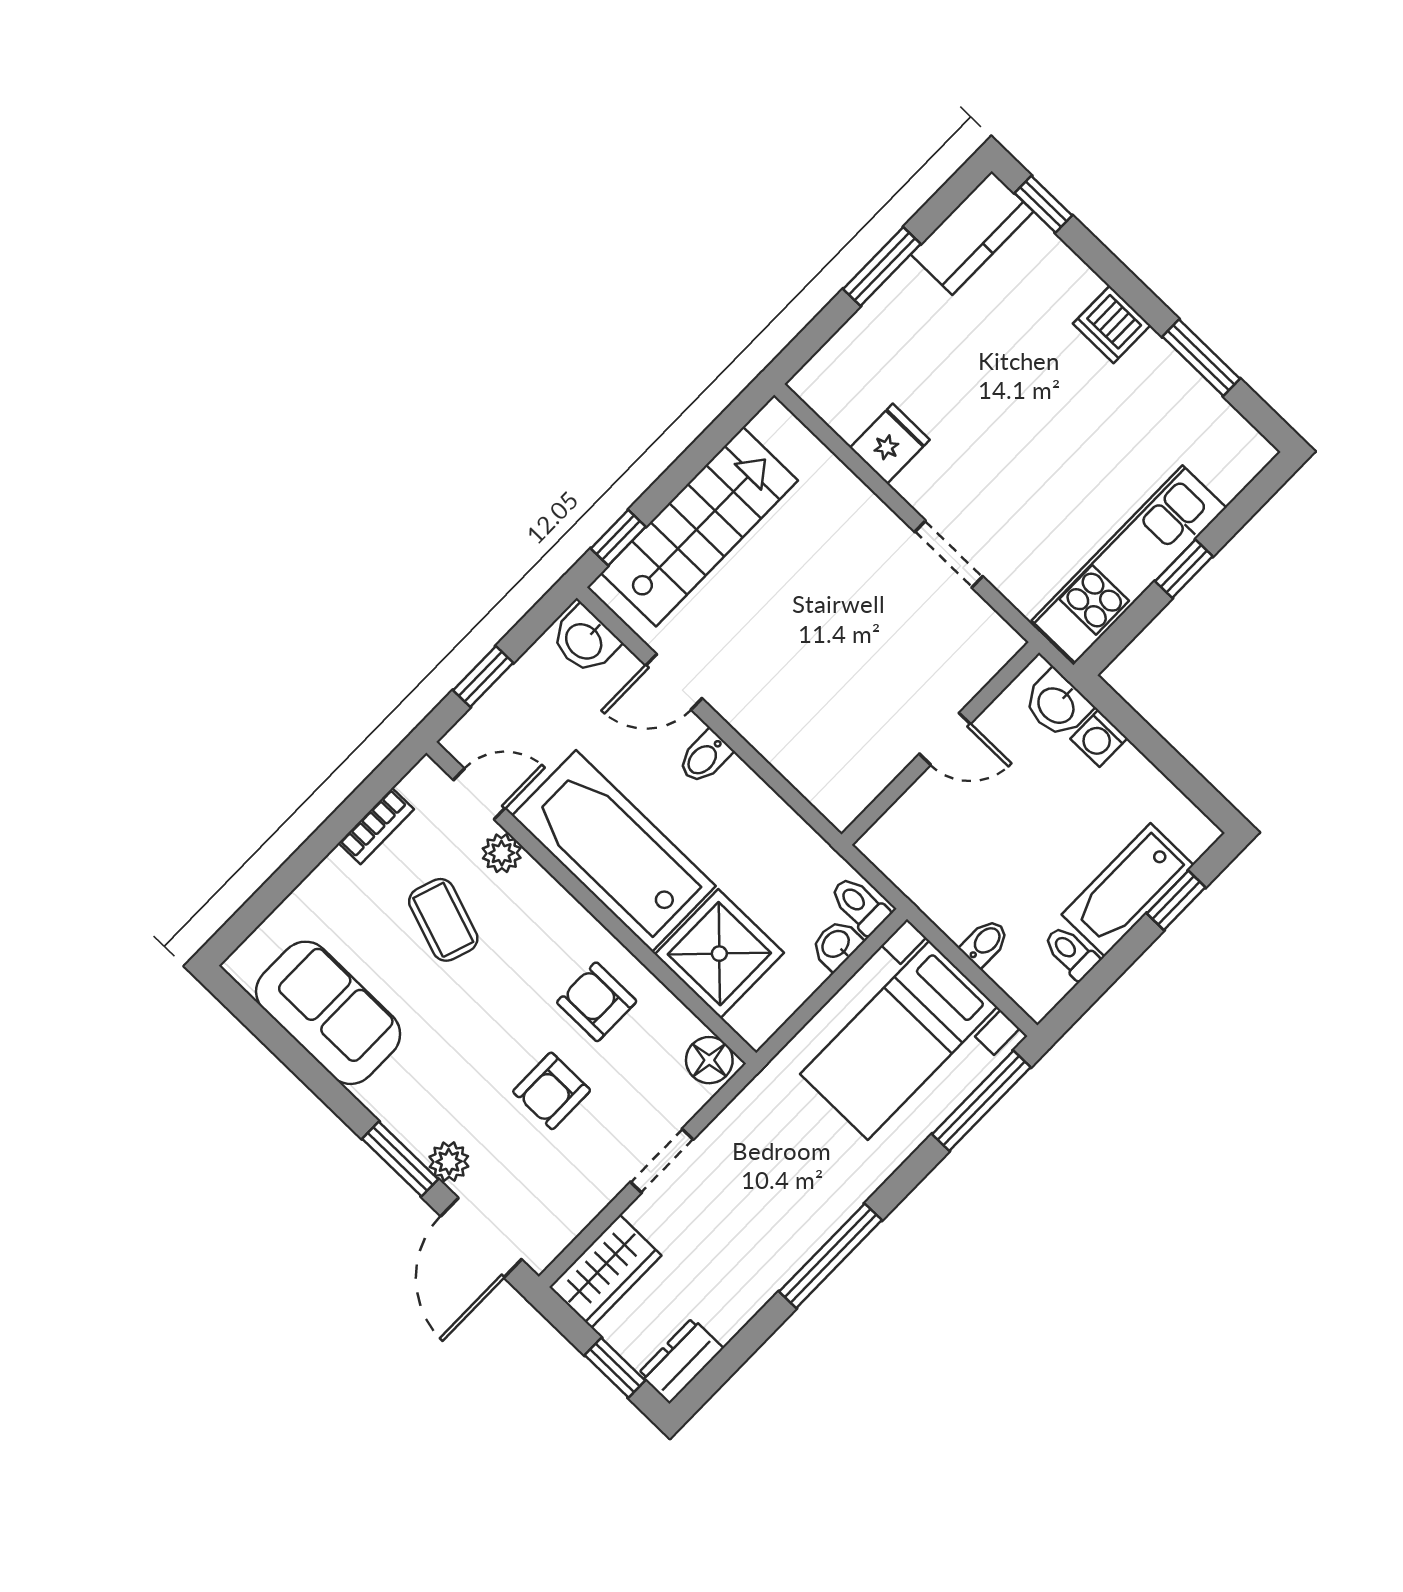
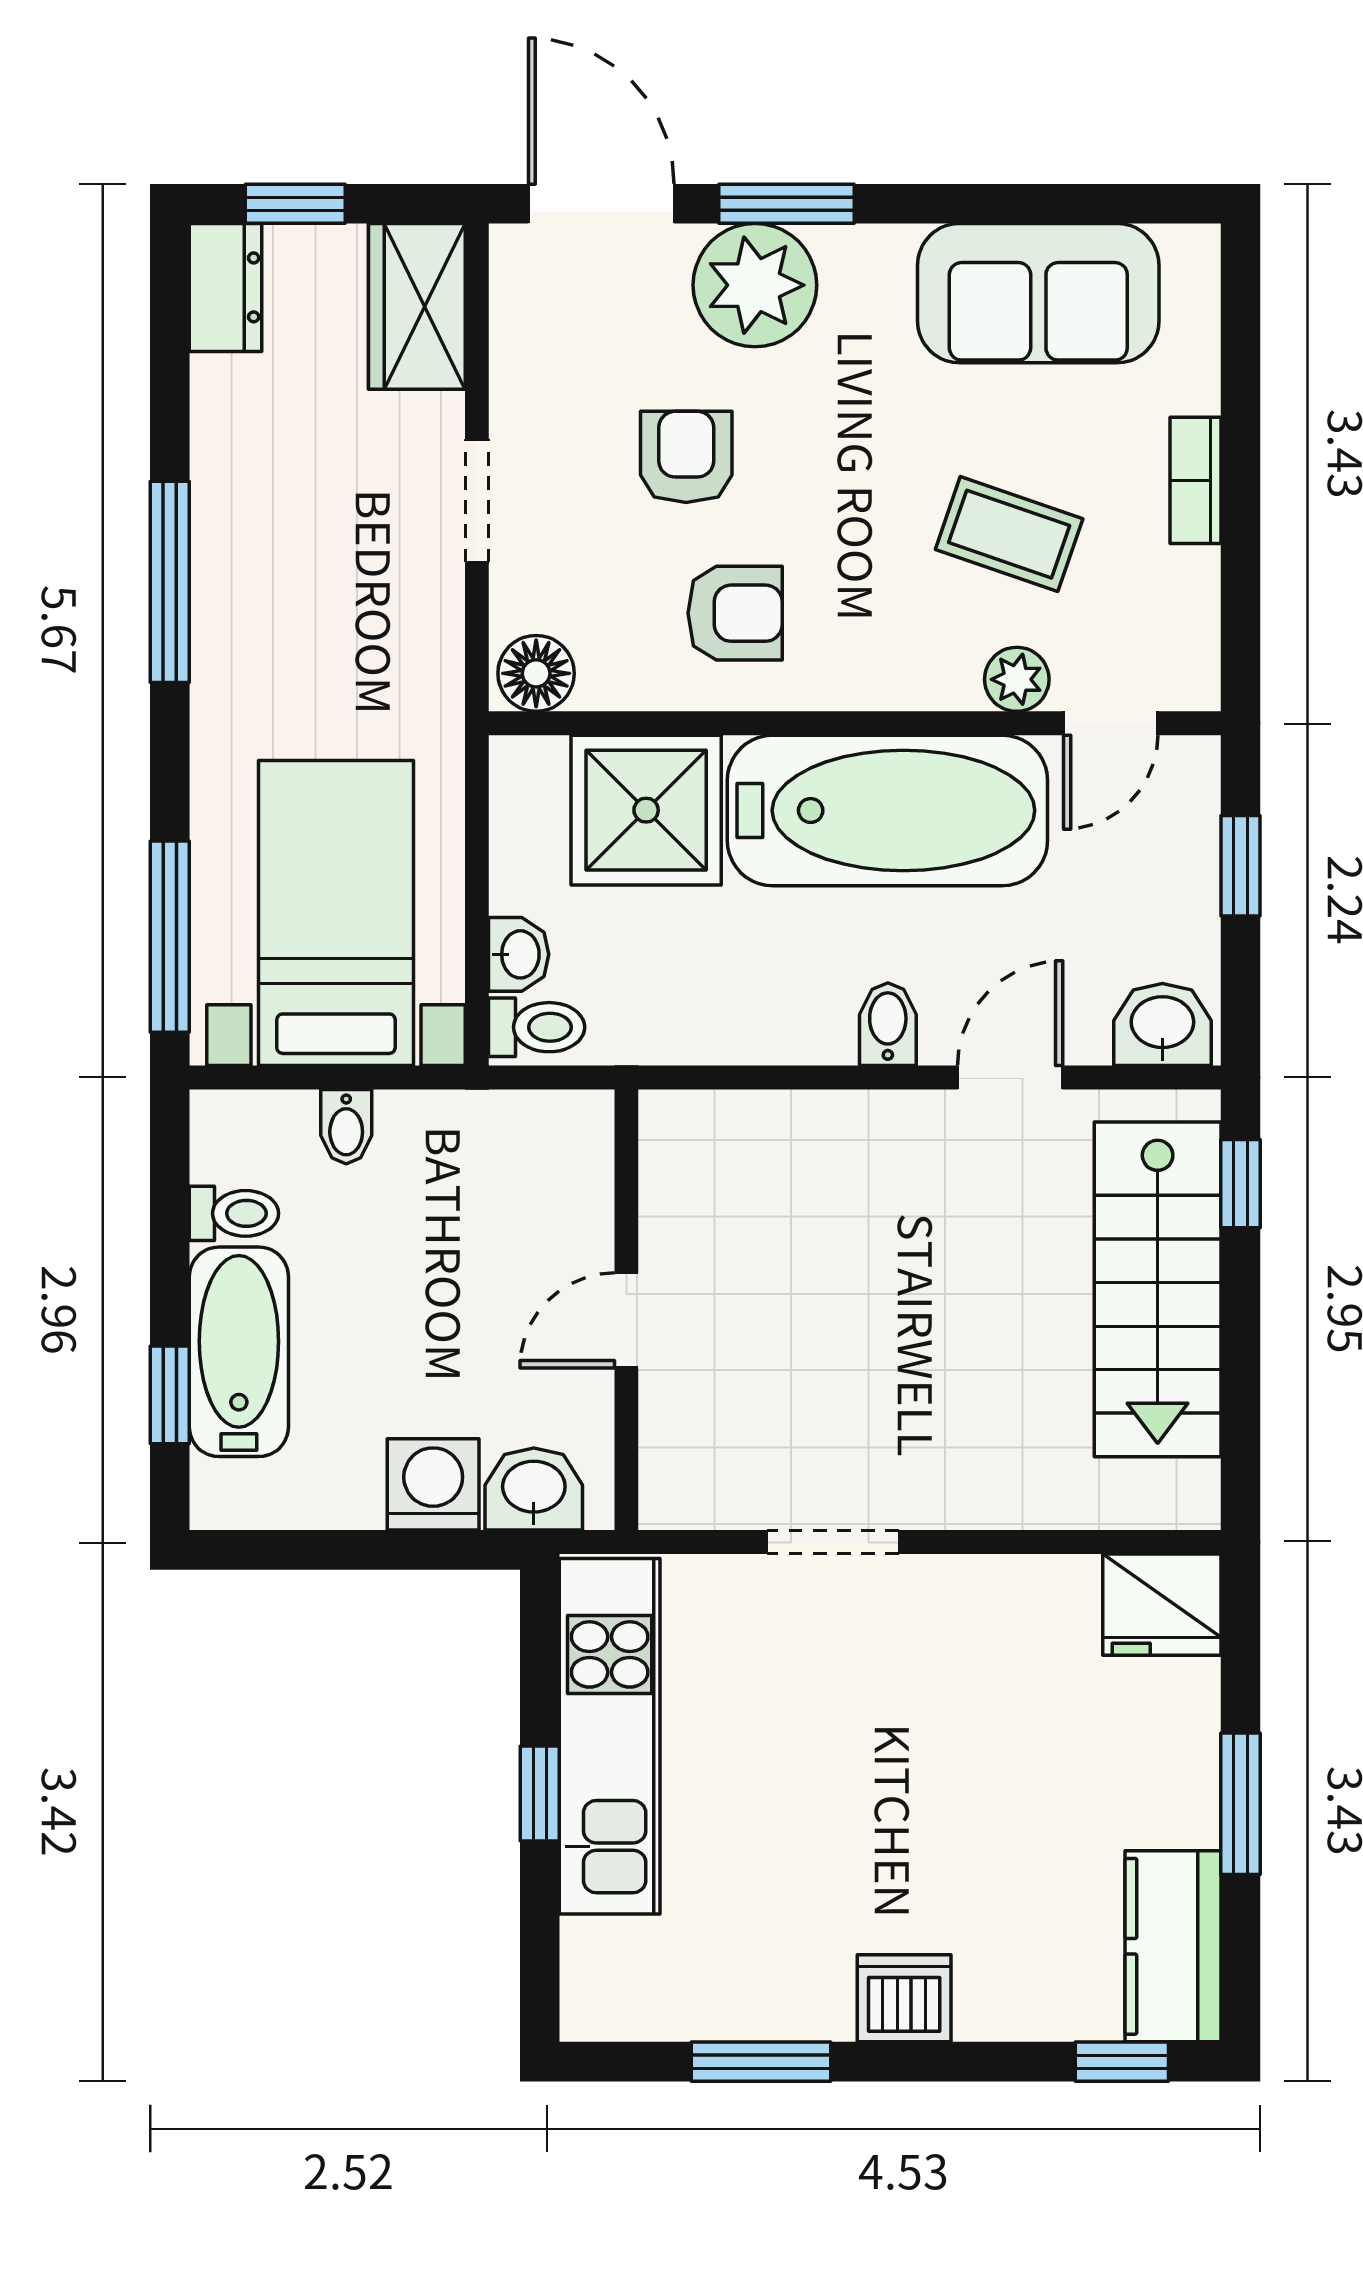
fridge: (890, 444) -> (1162, 1605), moved, width x1.38
washing machine: (1099, 738) -> (433, 1484), width x1.38, depth x1.38
bookcase: (376, 826) -> (1195, 480), moved
plant: (449, 1162) -> (755, 285), width x1.87, depth x1.87

